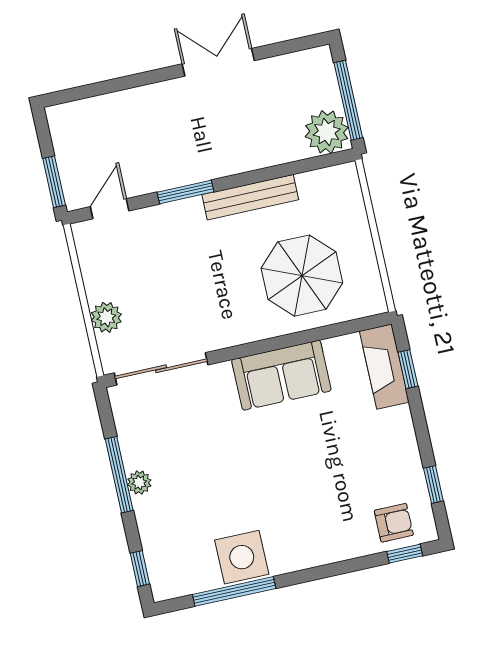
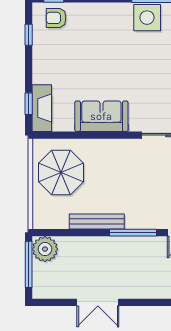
window: (185, 192) -> (133, 233), width x1.44
parasol: (302, 276) -> (61, 172), moved

